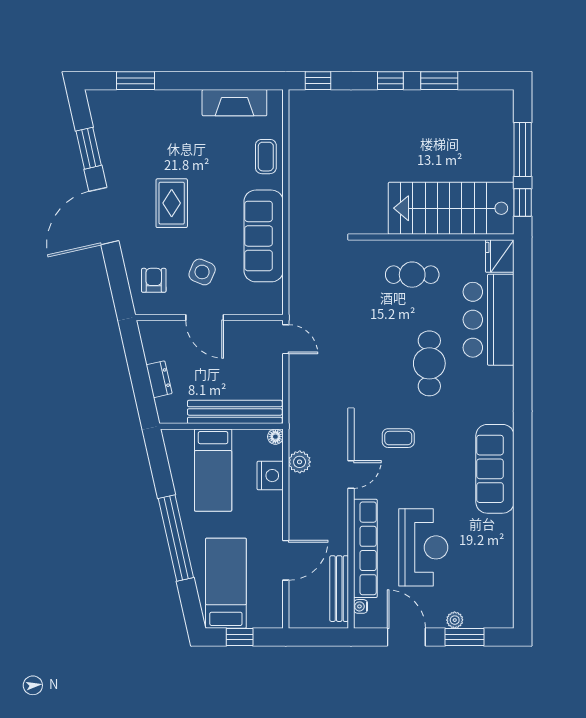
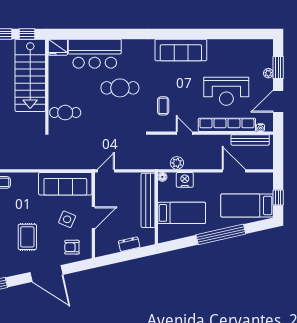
rug: (172, 203) -> (27, 237), turned 90
door: (104, 216) -> (46, 273), moved
sofa: (264, 236) -> (65, 184), moved
cafe table: (412, 275) -> (65, 113), moved, turned 90
reception desk: (423, 547) -> (226, 91), turned 180

